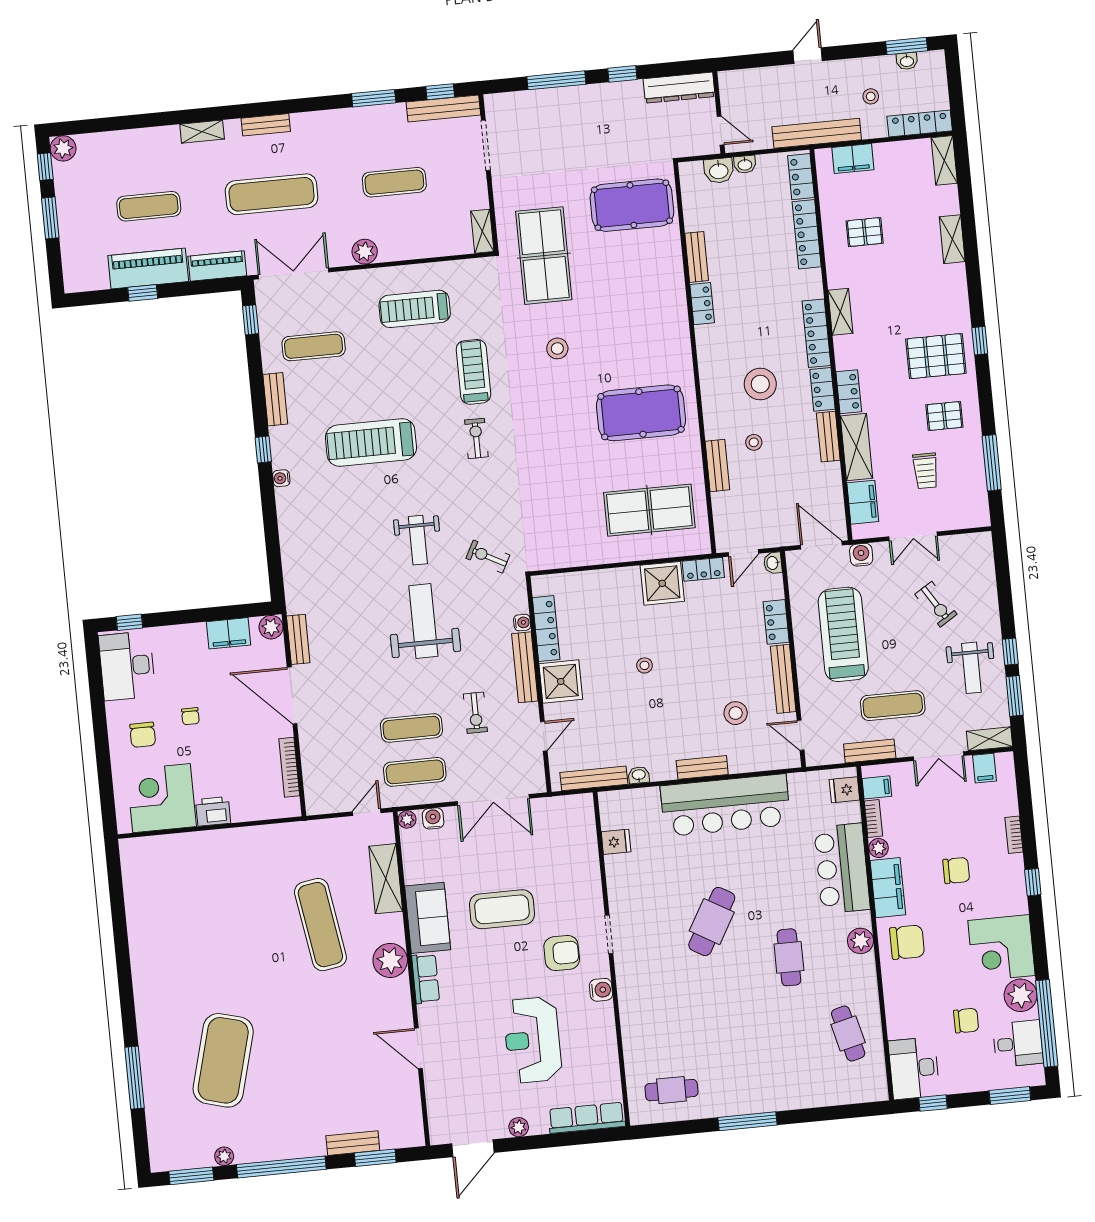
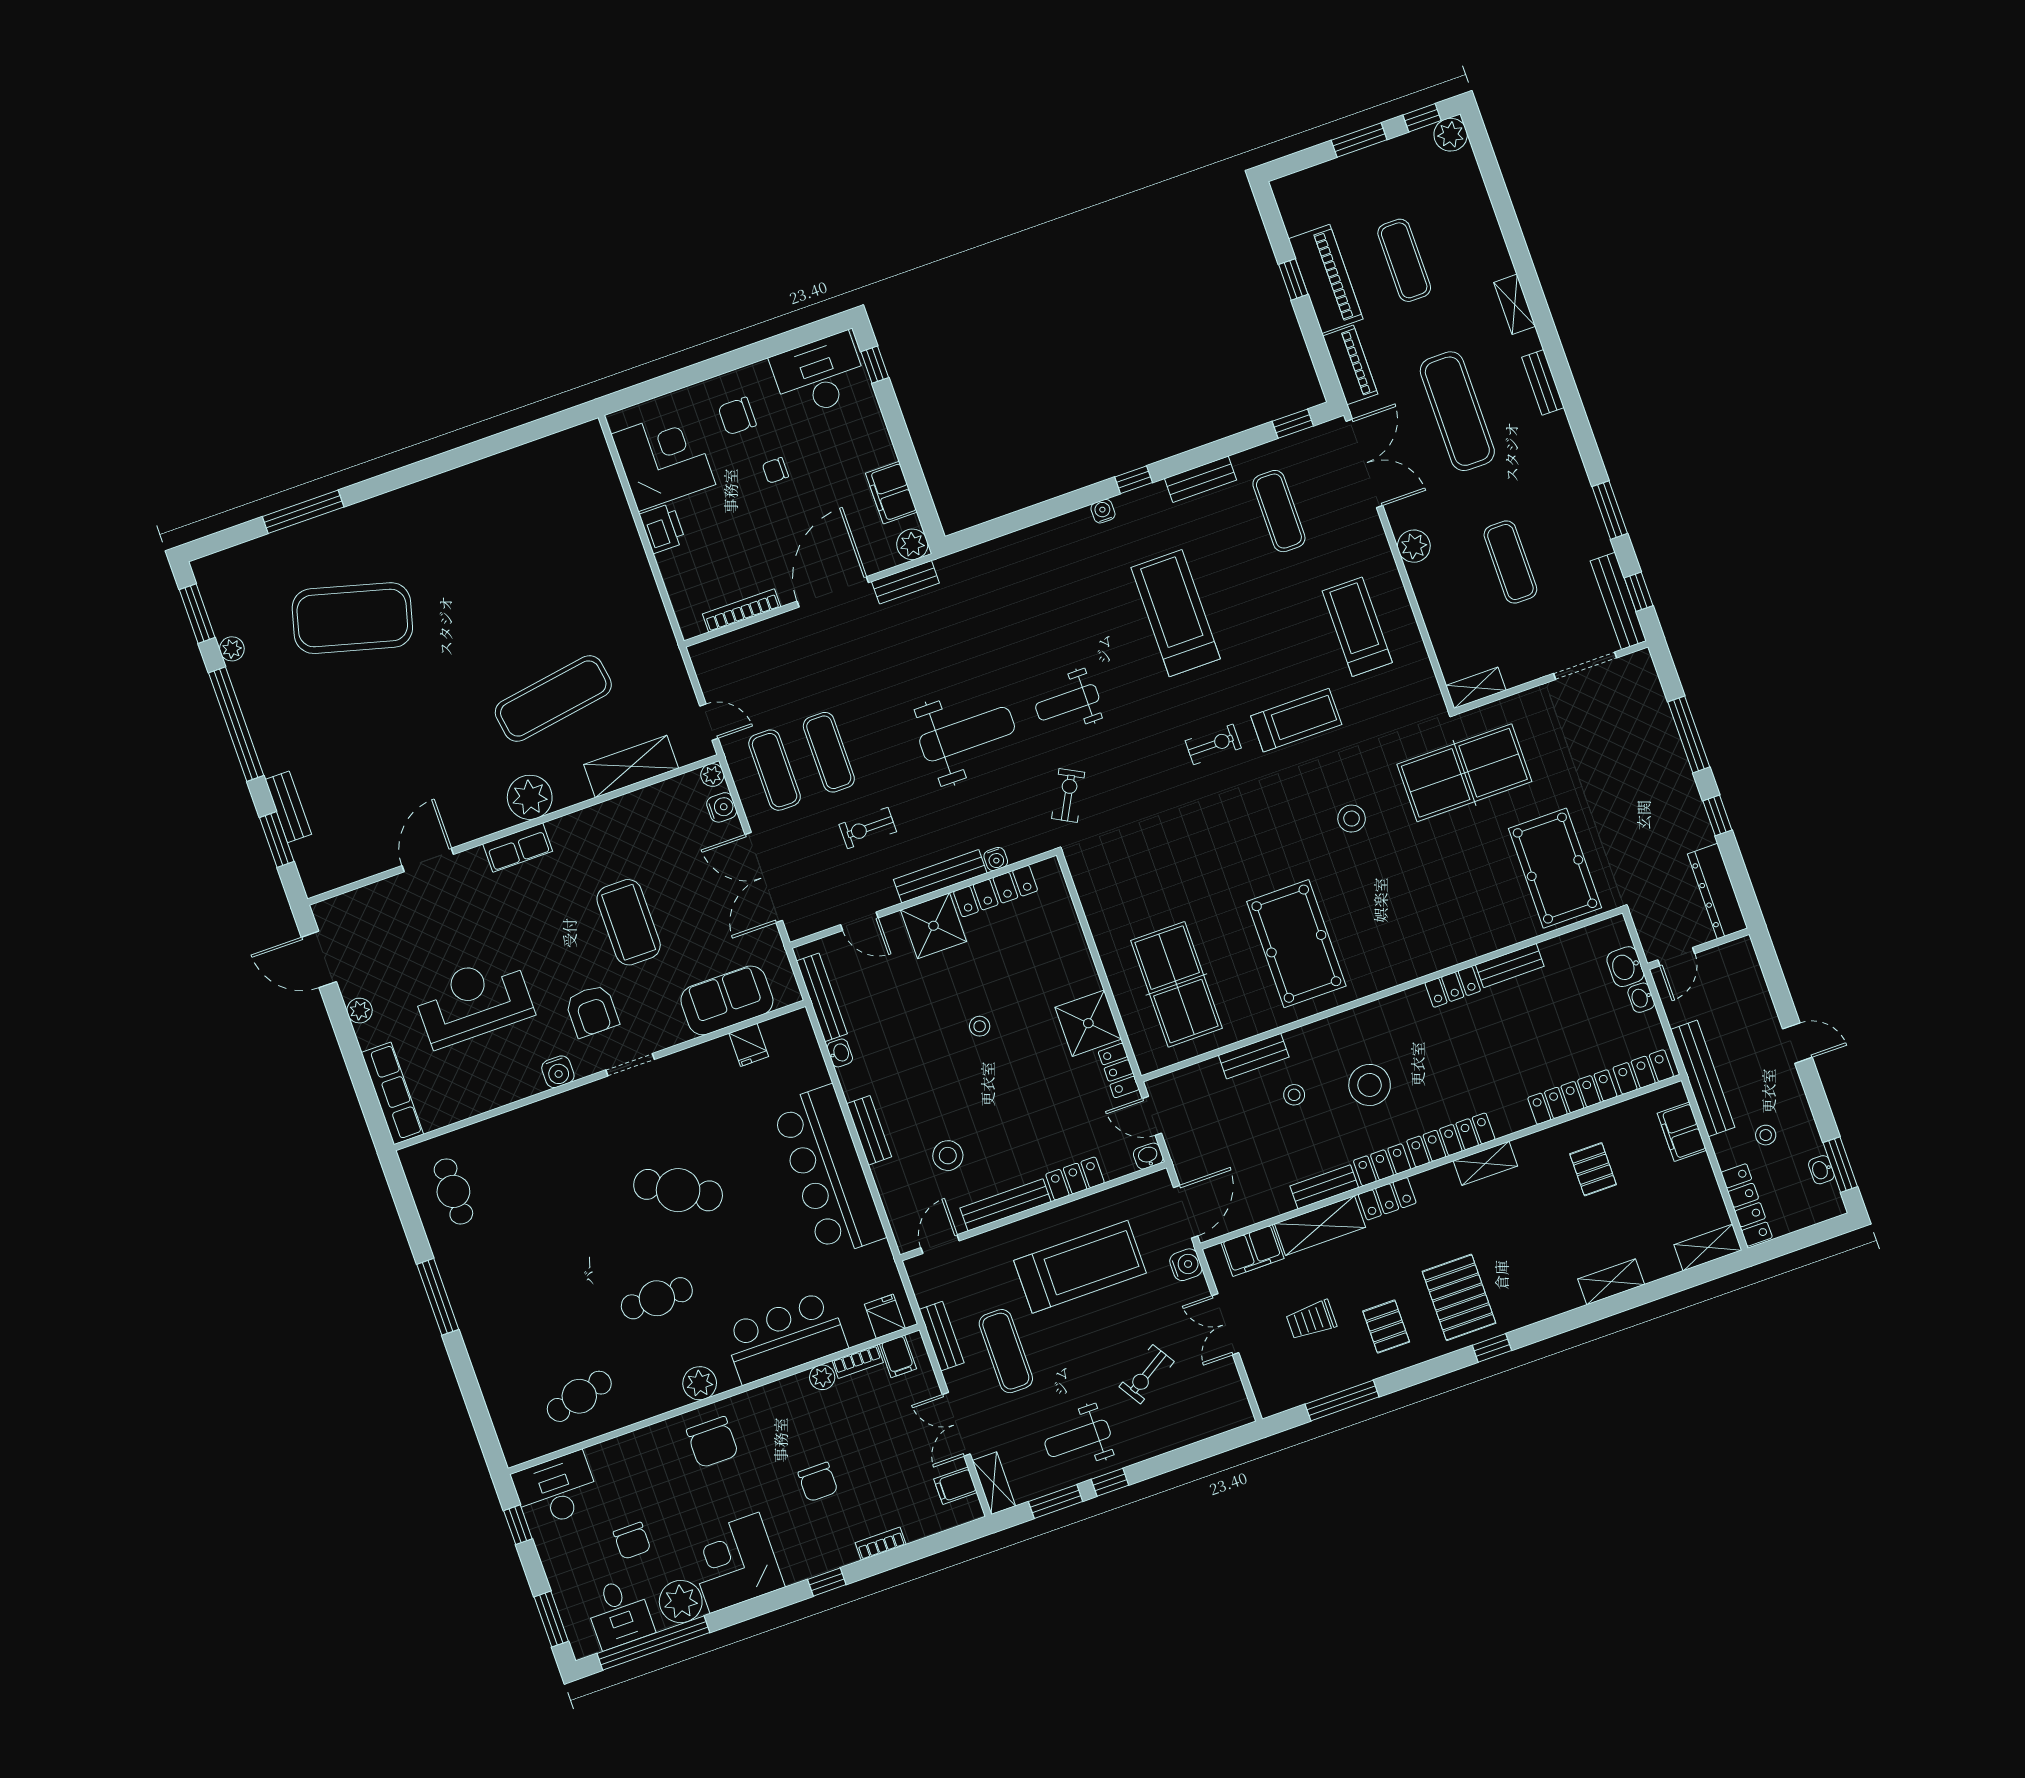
filing cabinet: (888, 888) -> (775, 1401), removed
sofa: (428, 918) -> (727, 1000), moved, turned 180

